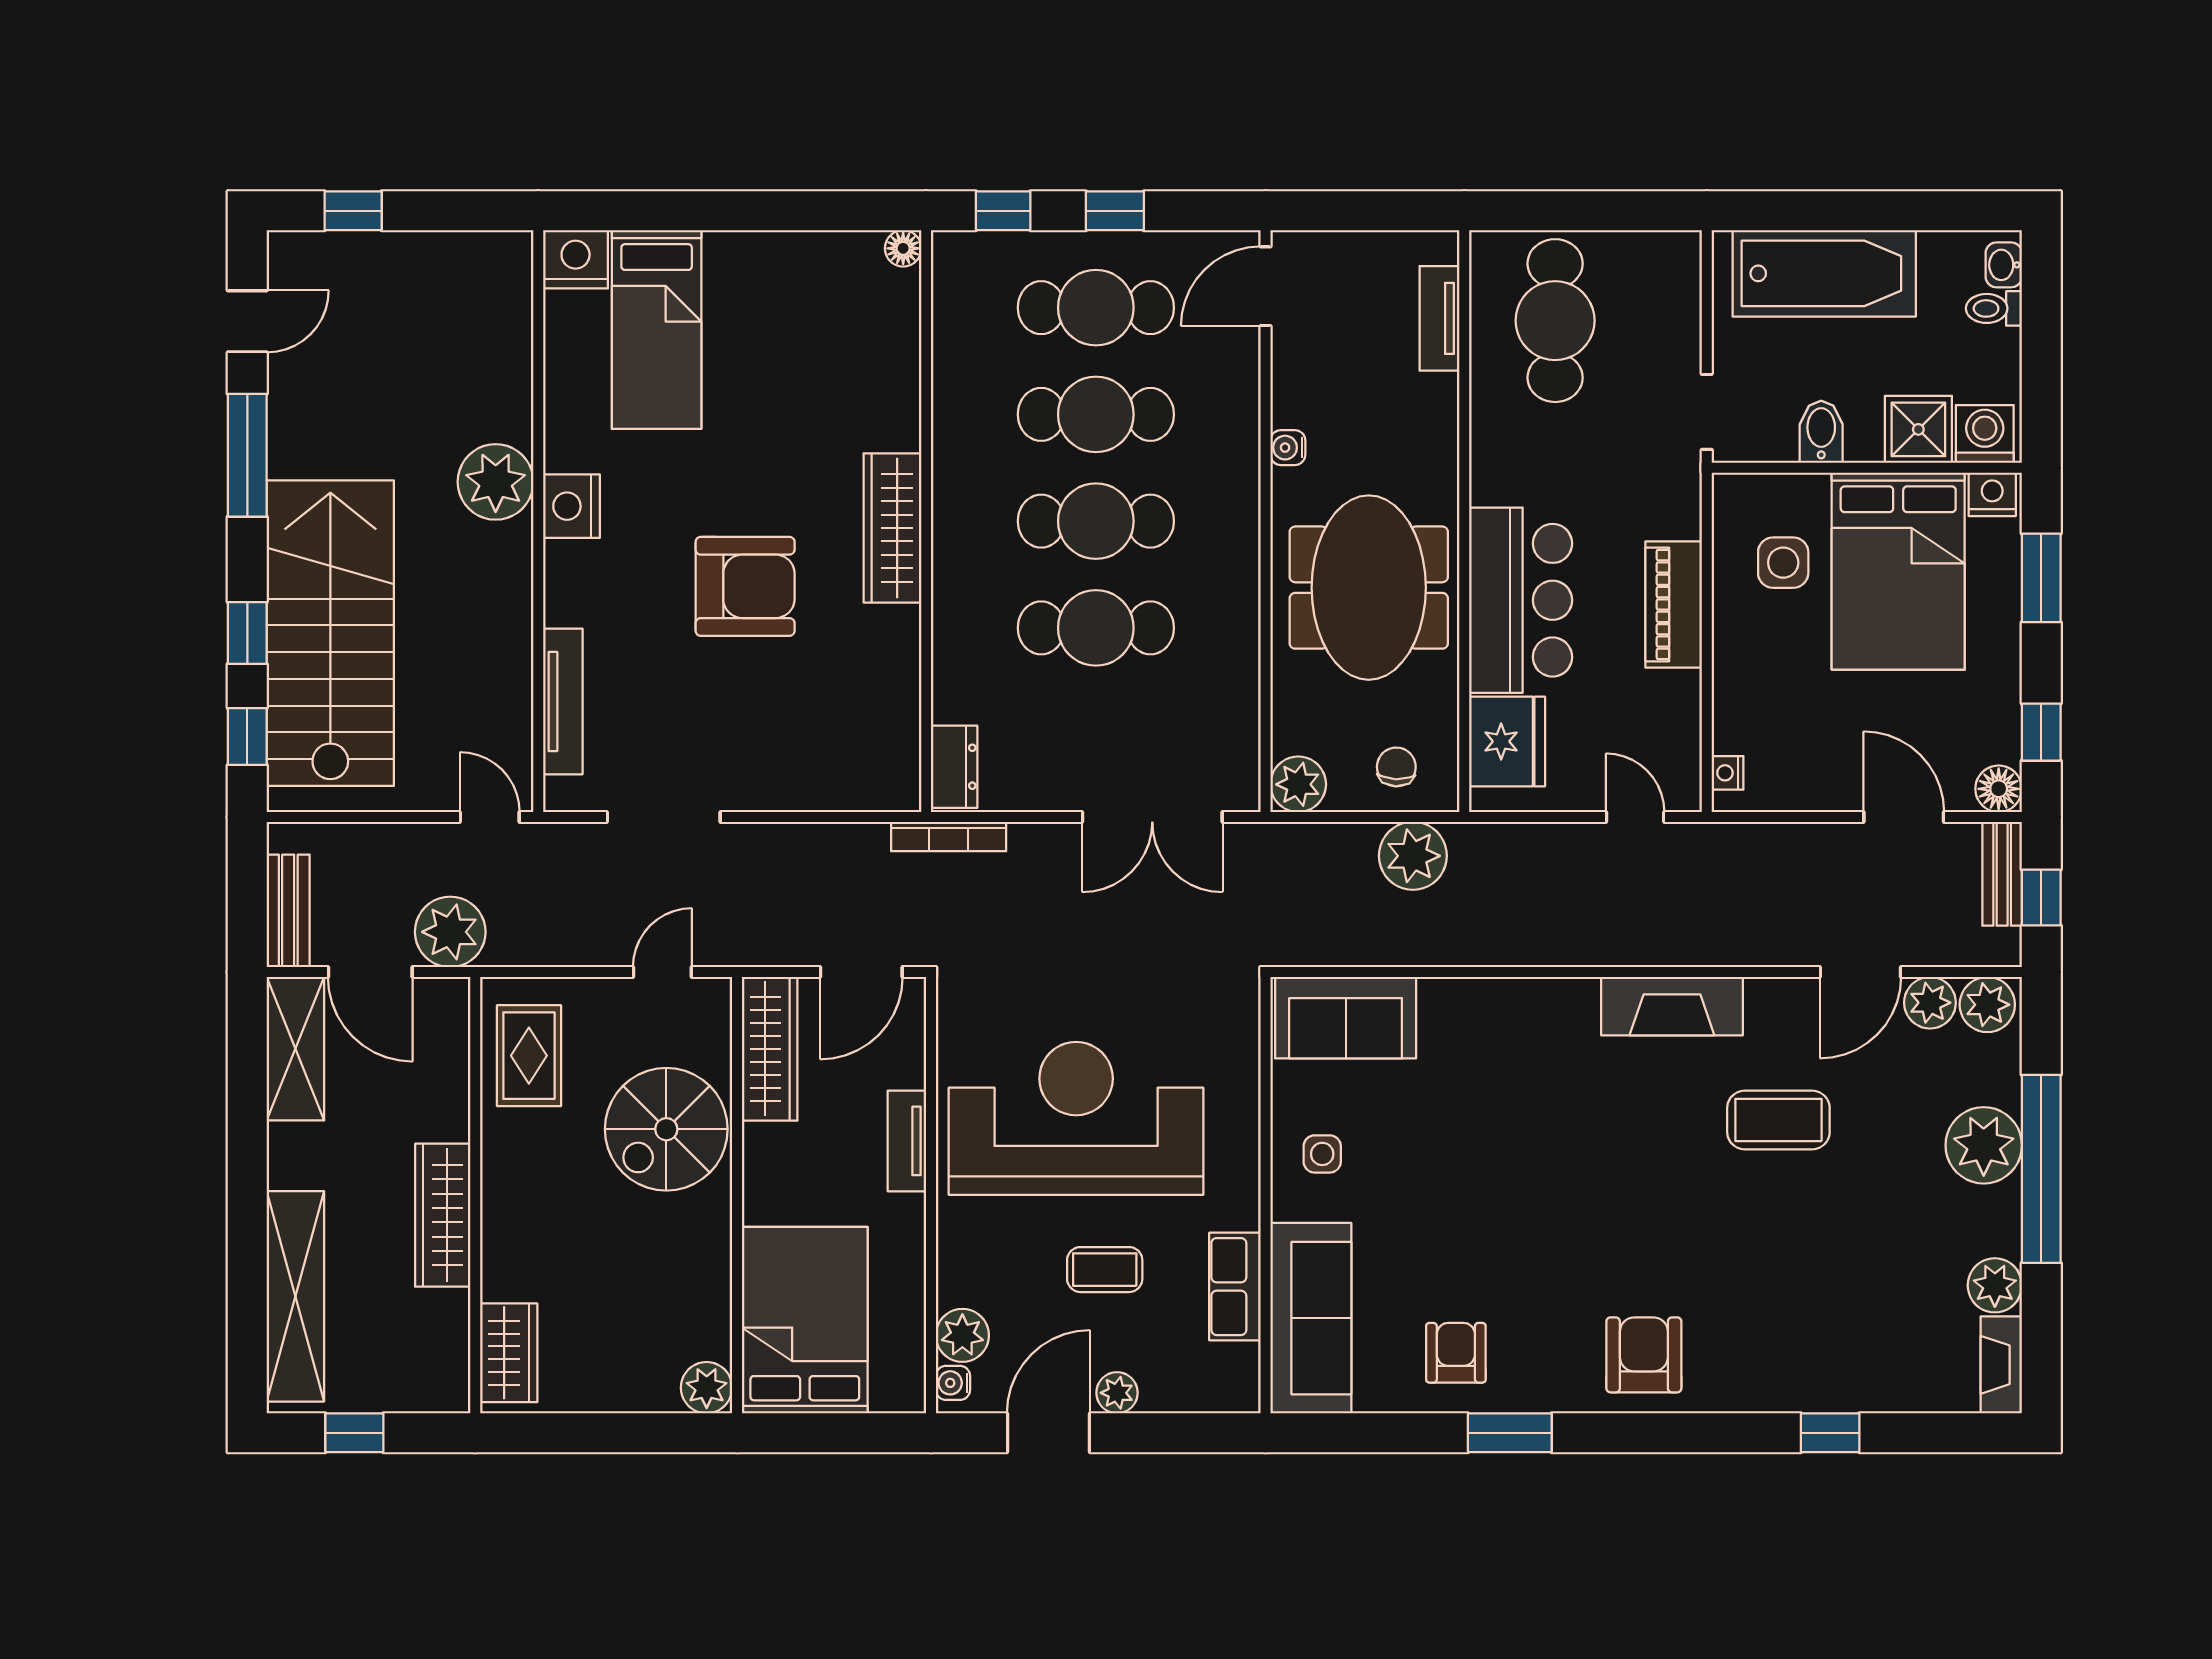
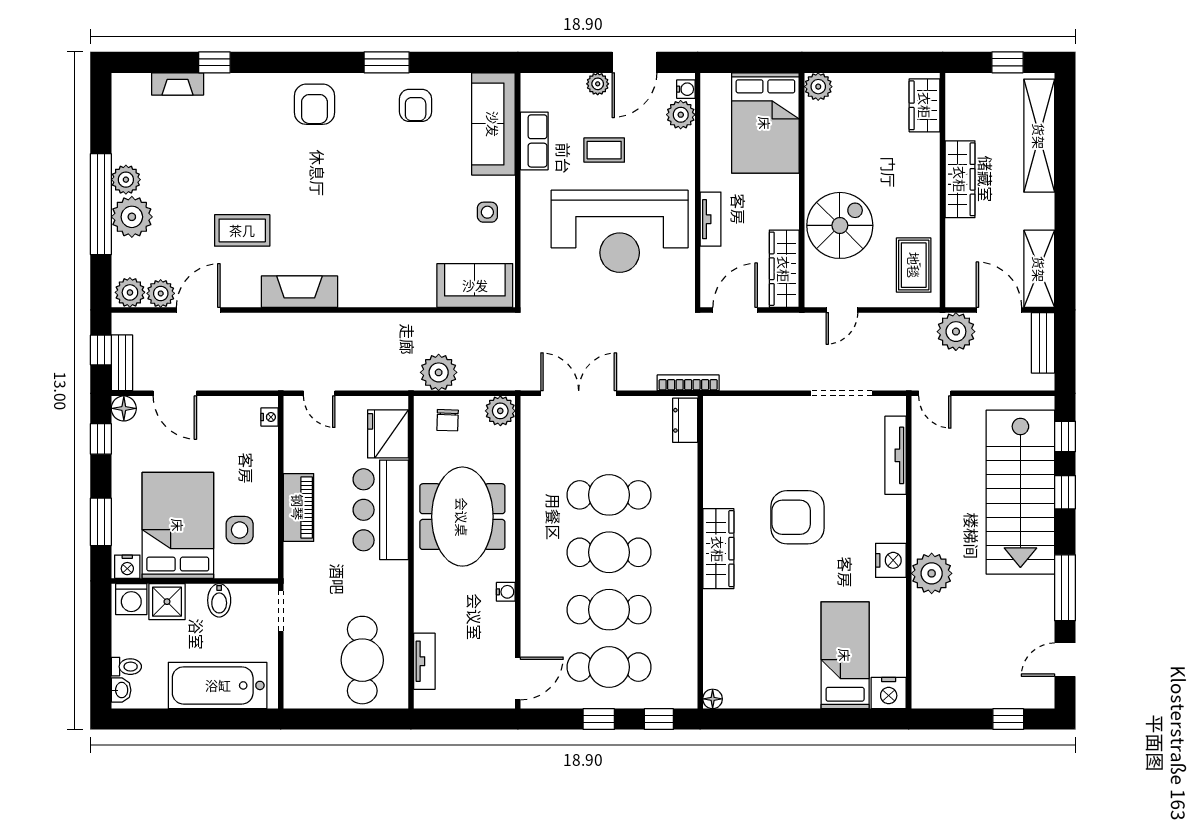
plant: (1995, 1285) -> (126, 180), moved
fireplace: (2001, 1365) -> (178, 84), moved, turned 90

